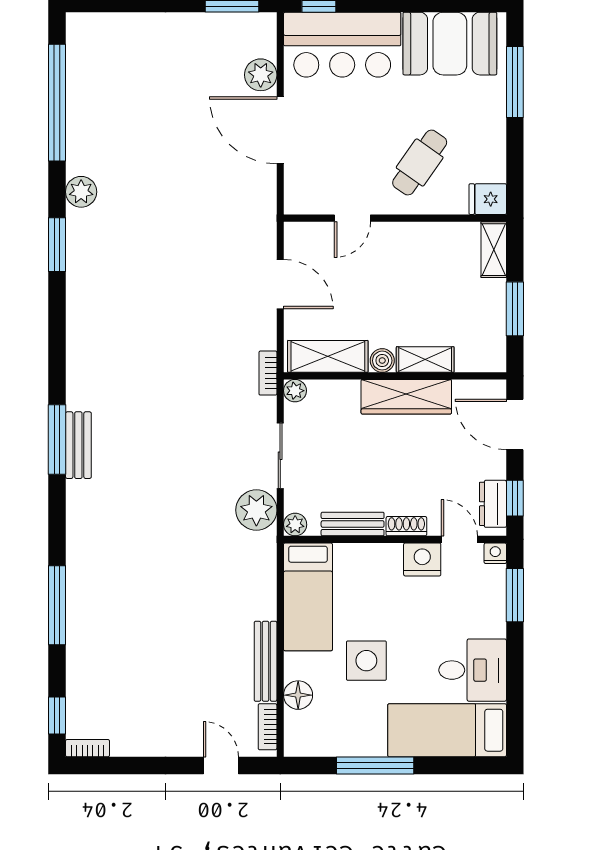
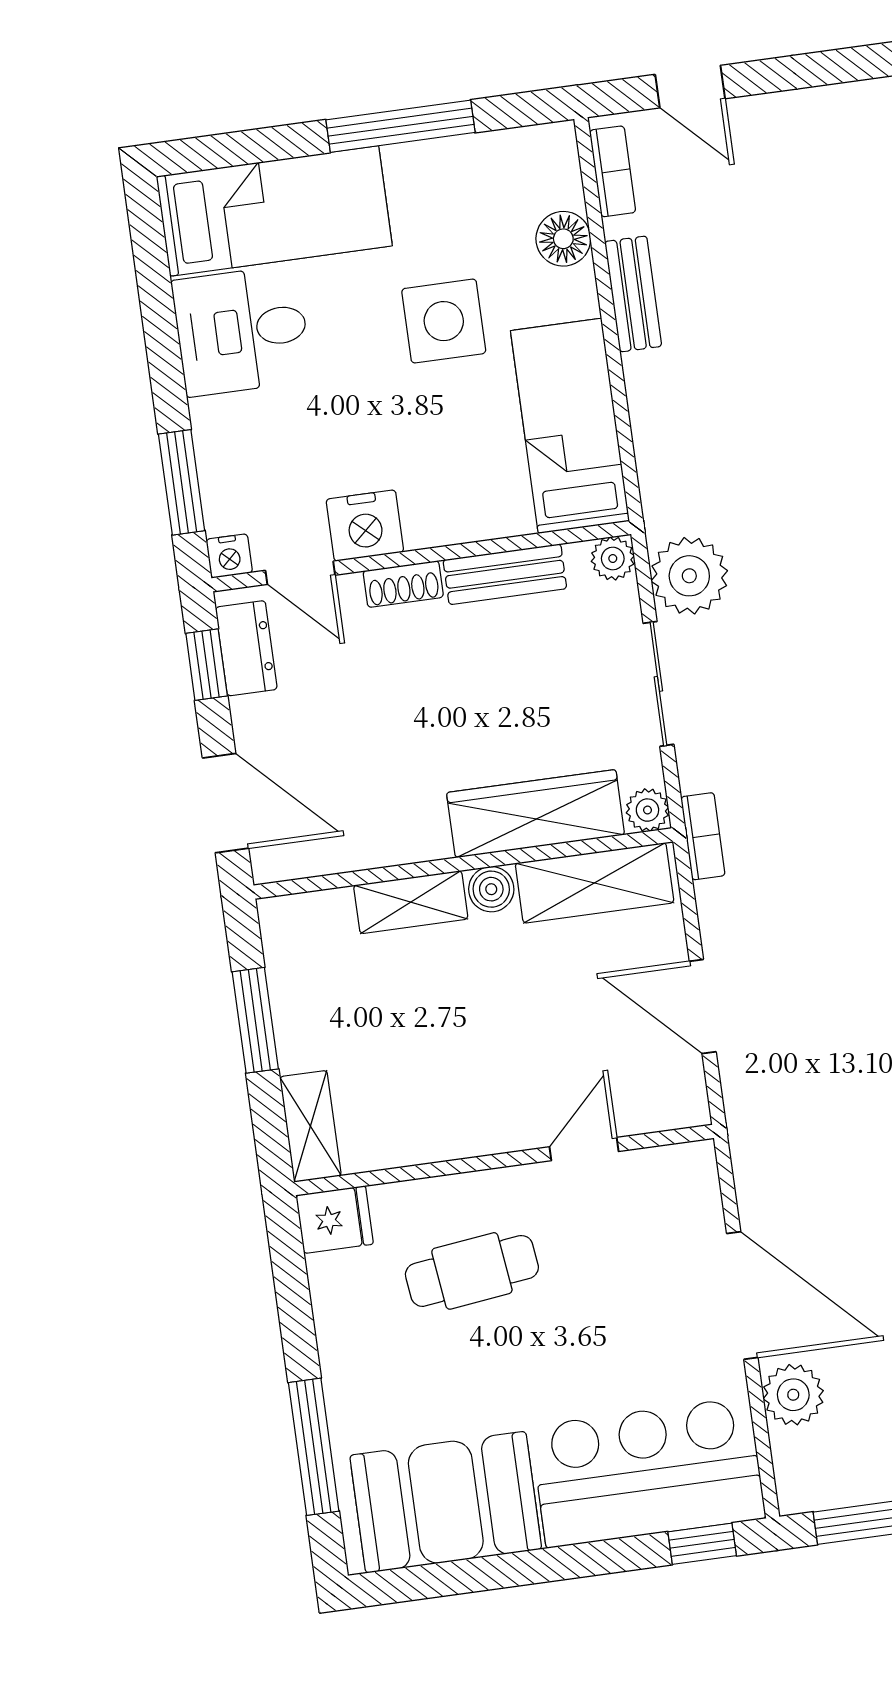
cafe table: (420, 162) -> (472, 1271), turned 48
wardrobe: (406, 397) -> (536, 814), moved
bench: (266, 661) -> (633, 294), width x0.73

